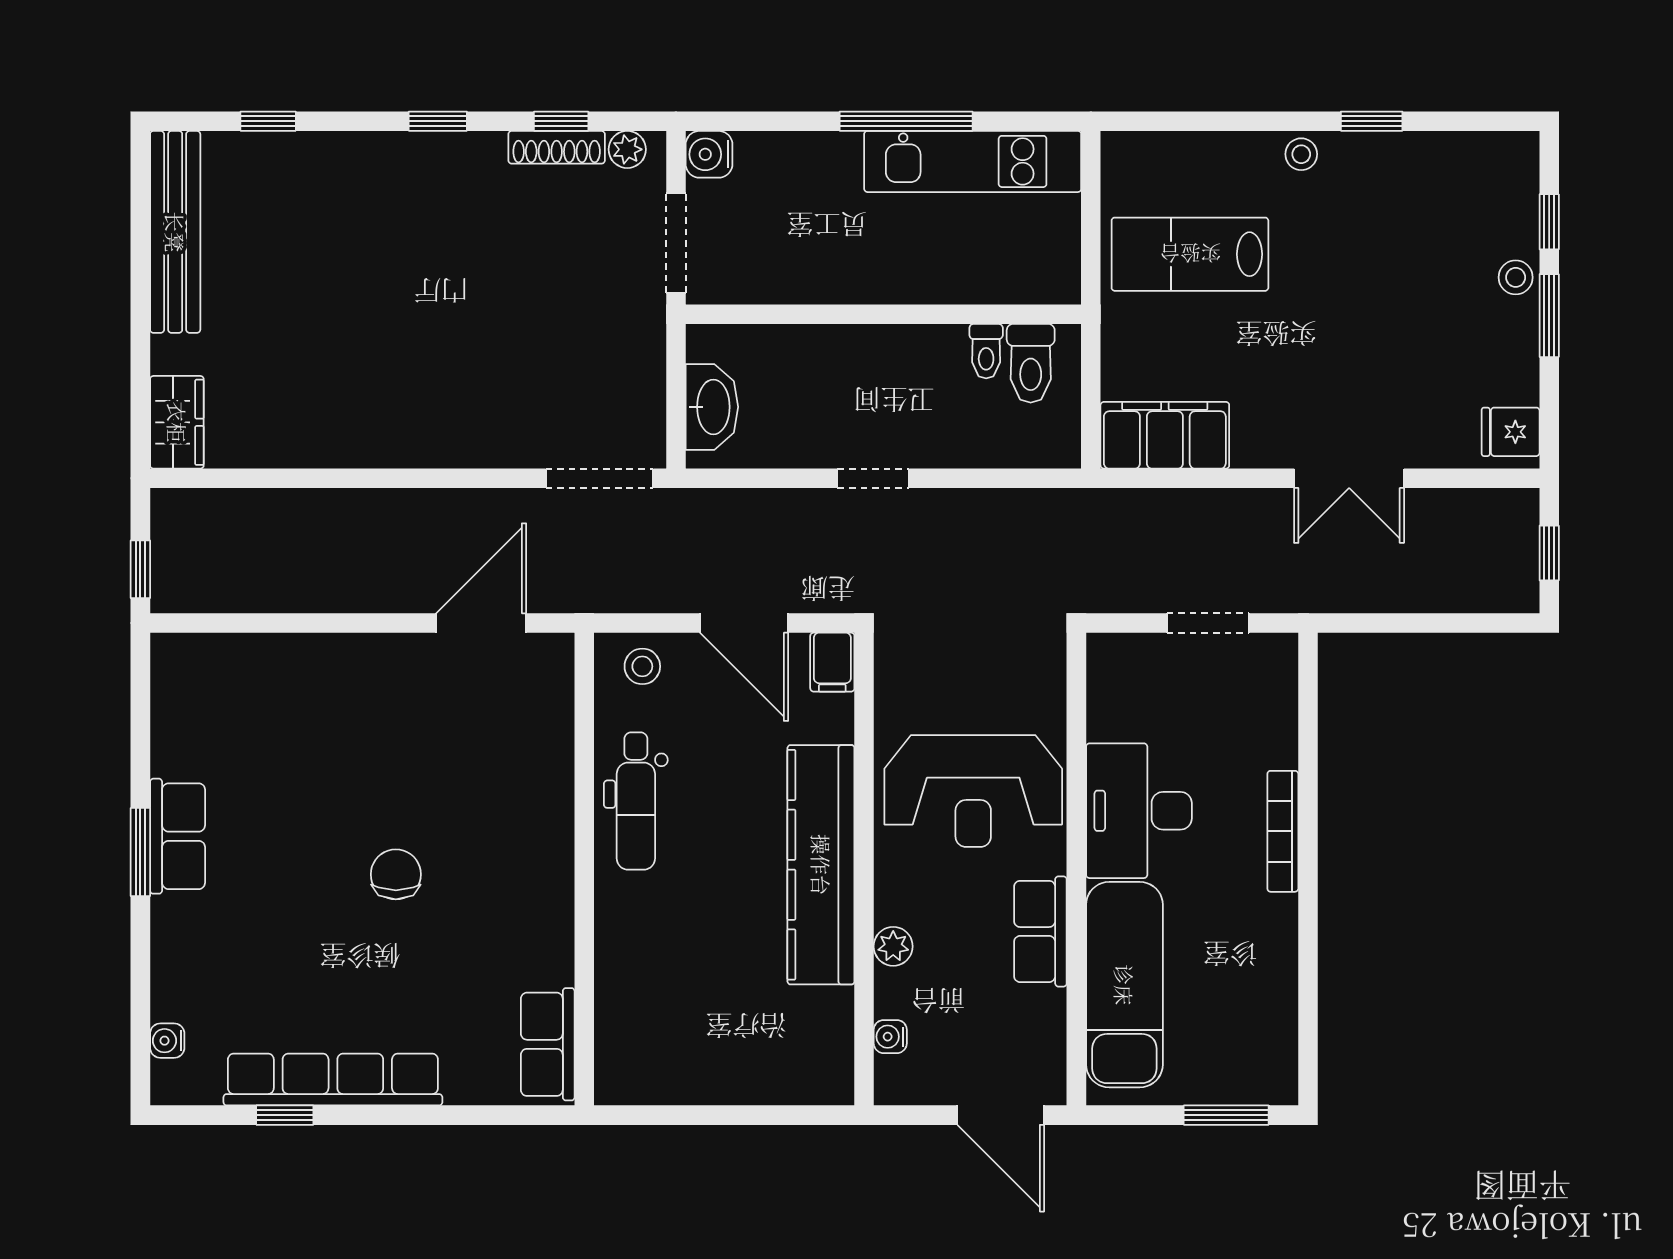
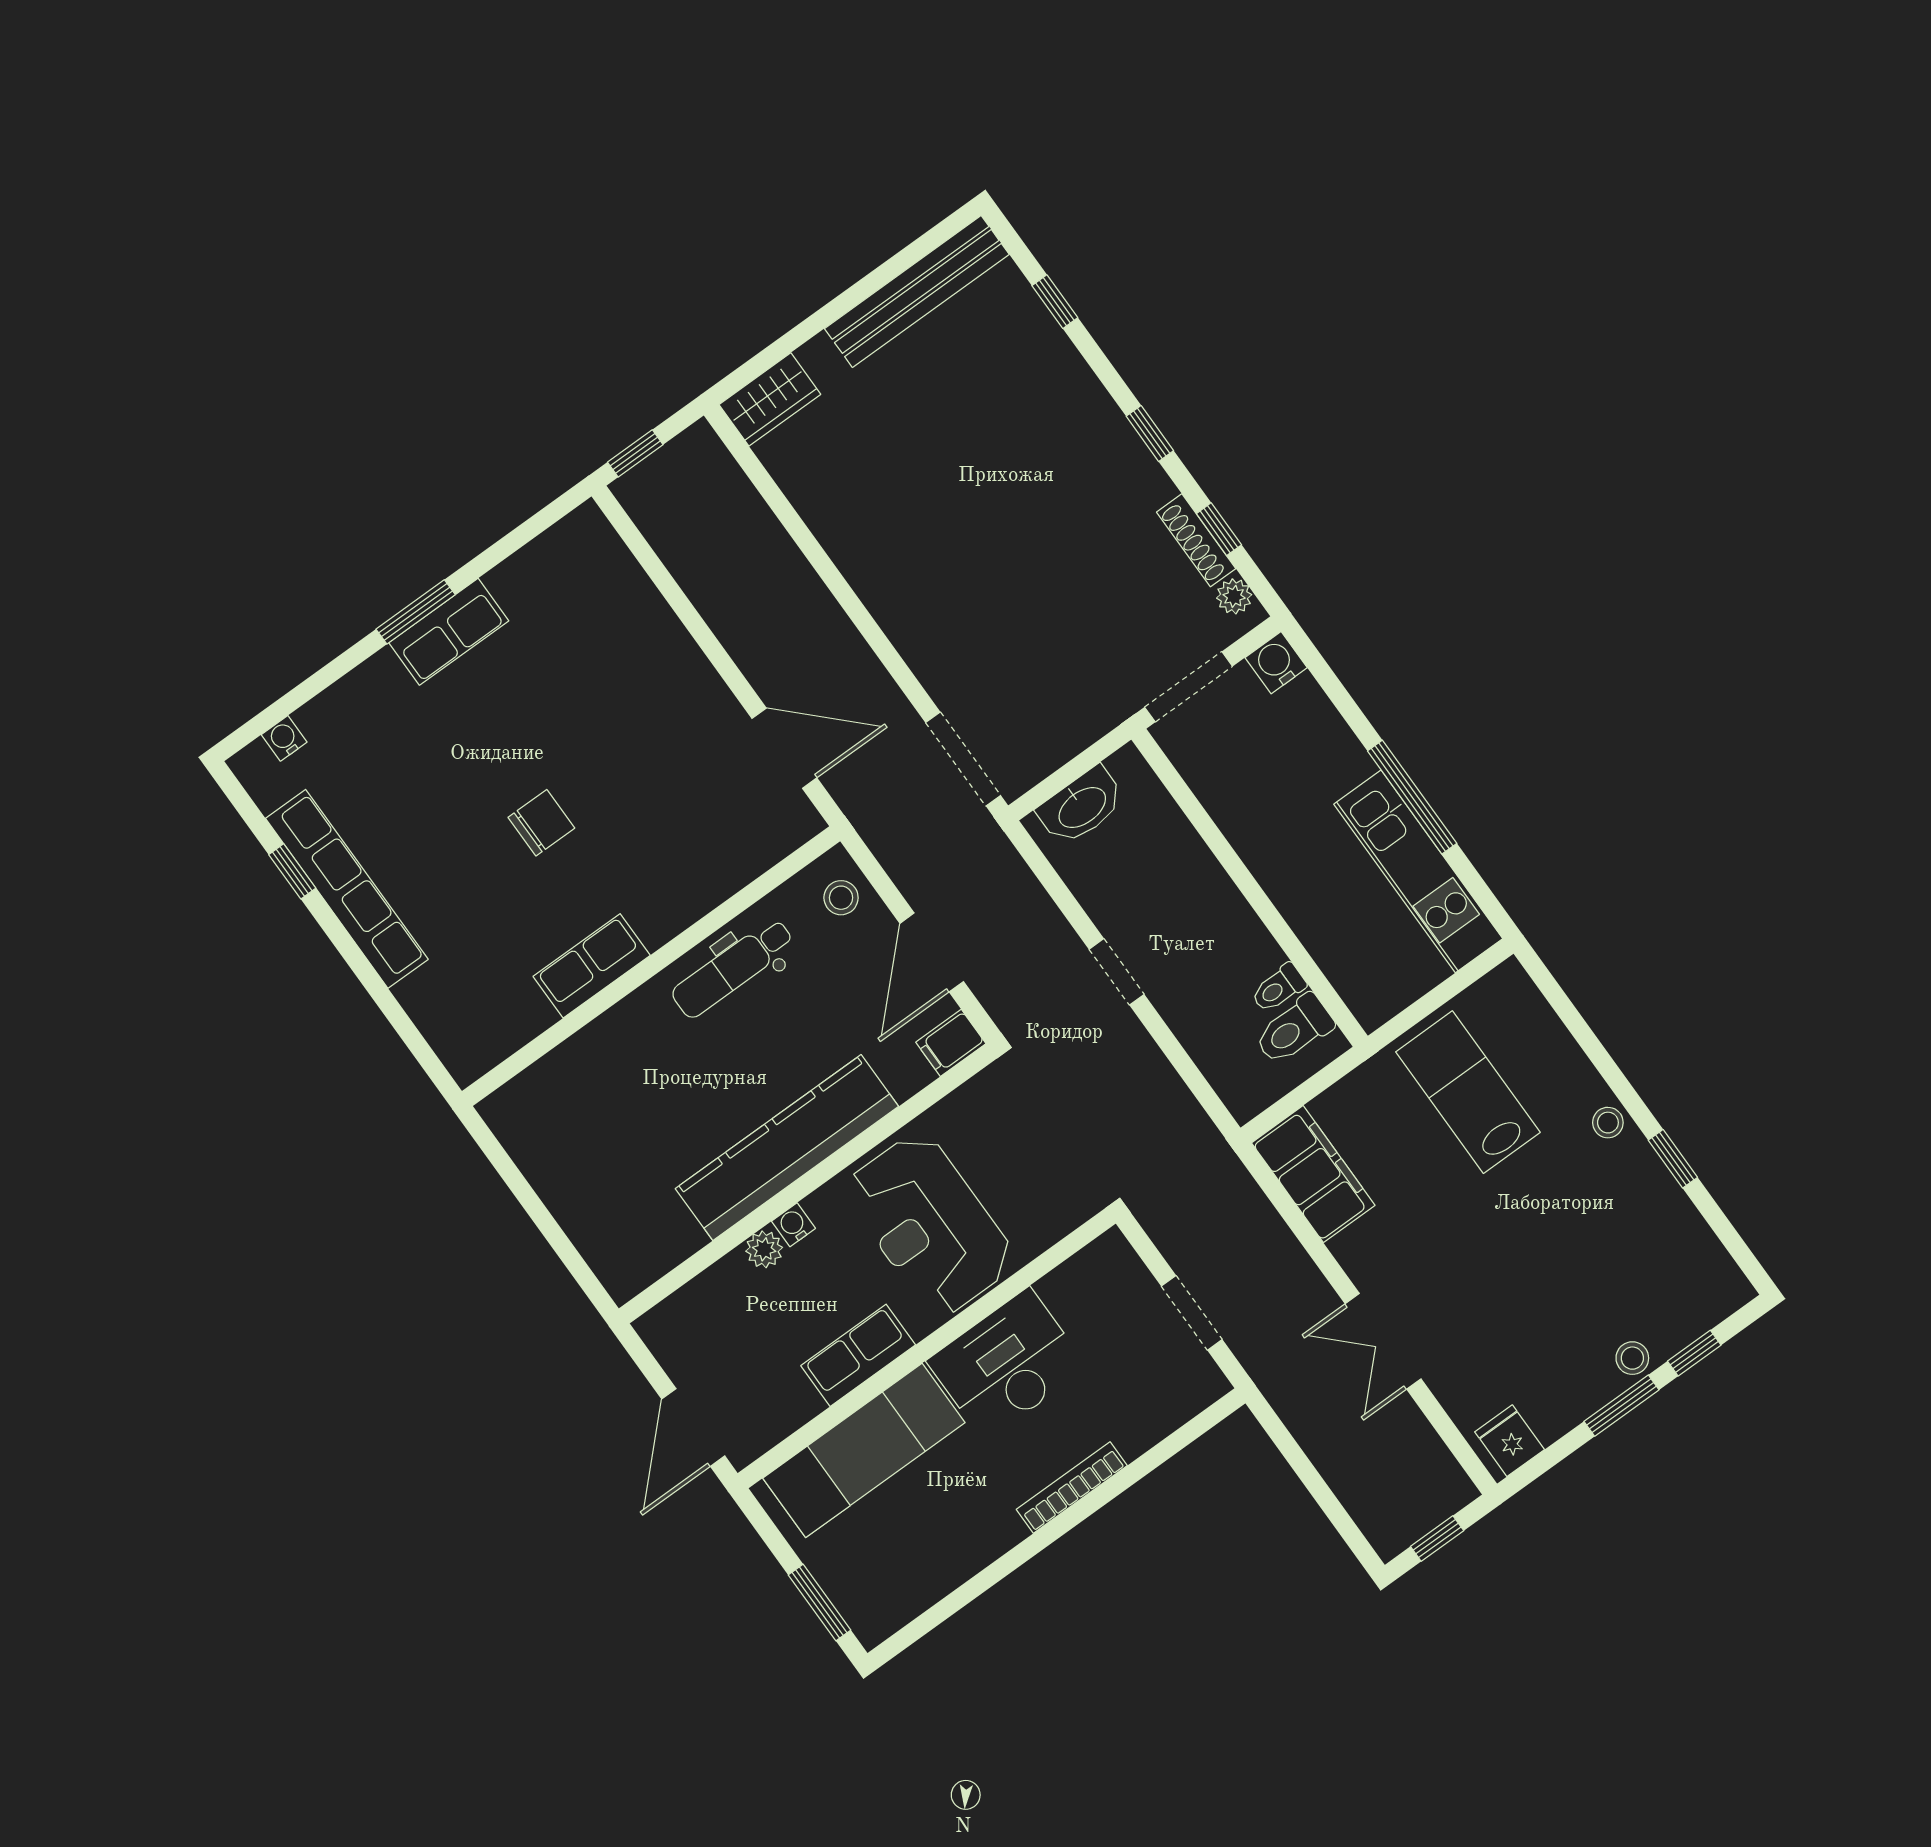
water cooler: (890, 1037) -> (793, 1225), moved
row of seats: (548, 1044) -> (592, 966), moved

